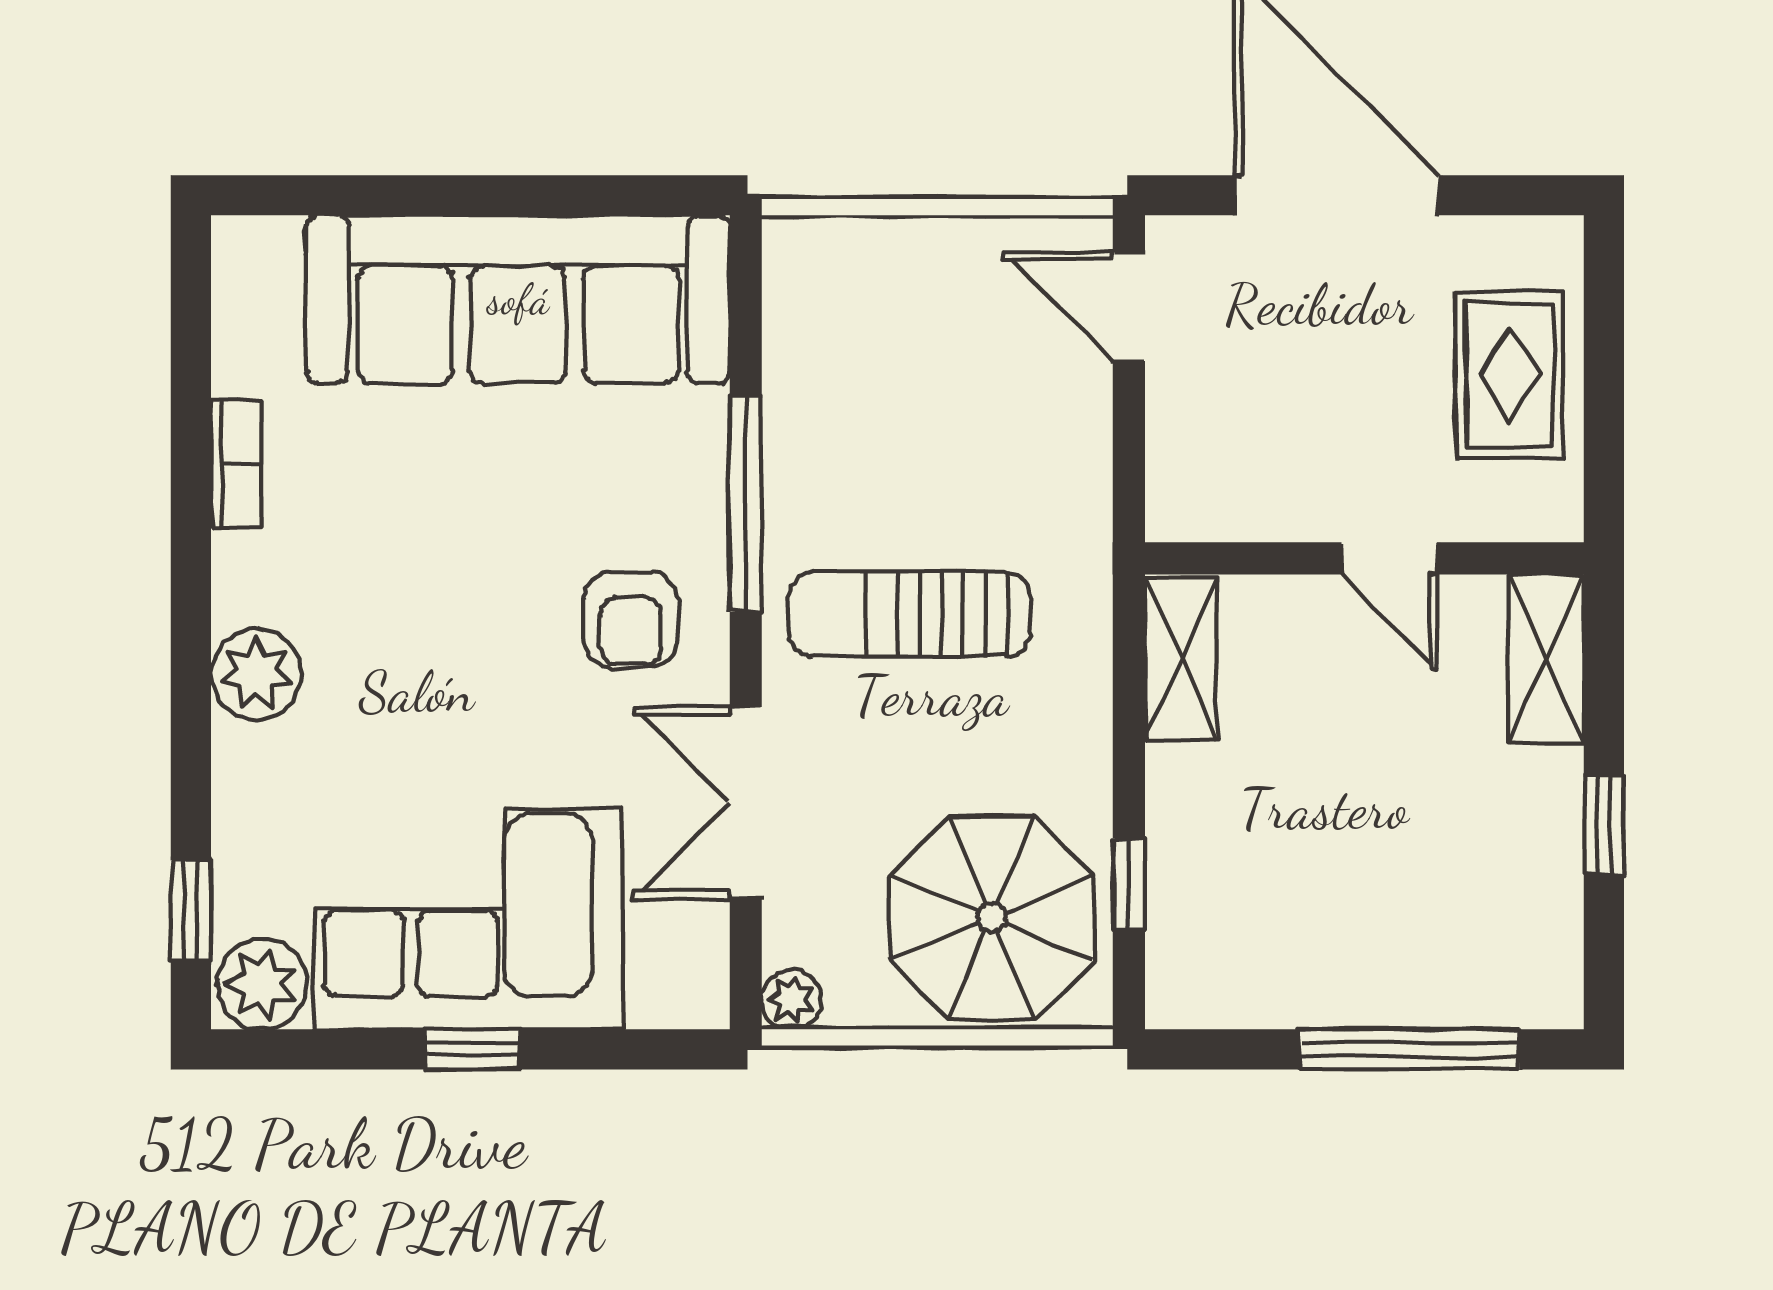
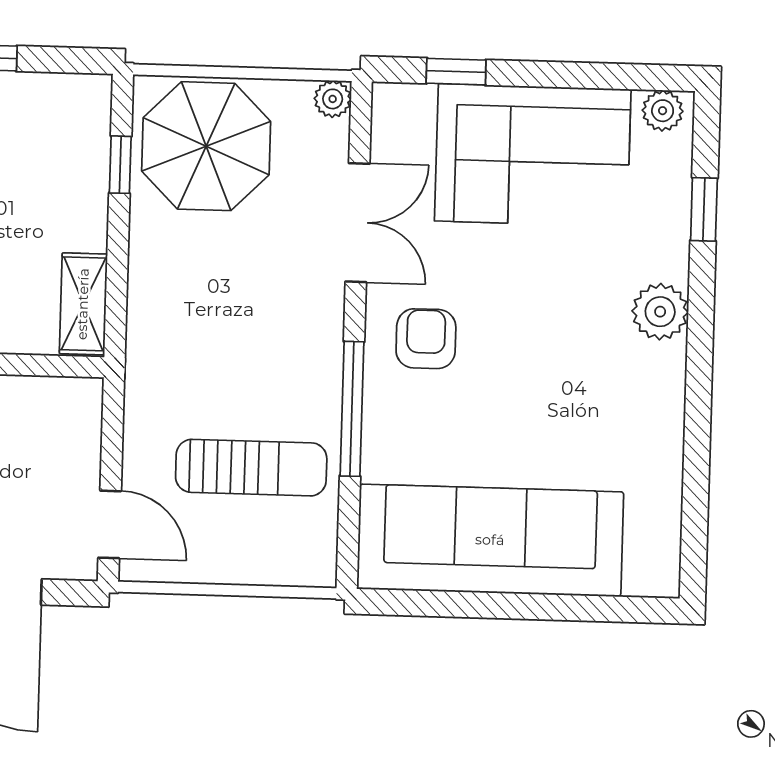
bookcase: (237, 464) -> (669, 443), removed
sun lounger: (909, 614) -> (251, 468), moved
window: (191, 911) -> (704, 209), moved
plant: (262, 984) -> (663, 111), width x0.73, depth x0.73
window: (472, 1049) -> (456, 72), moved

